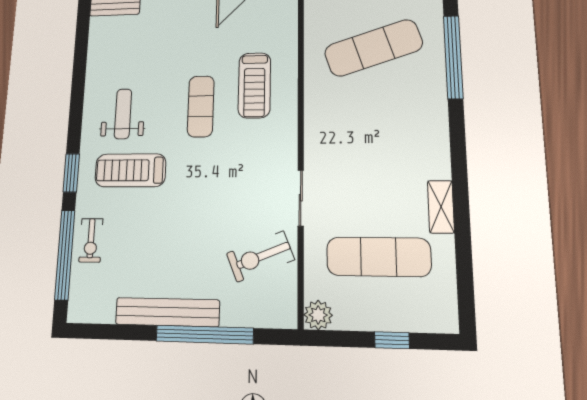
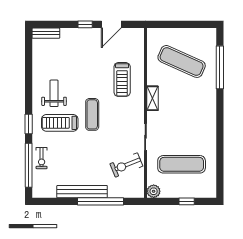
exercise mat: (373, 48) -> (182, 61), turned 42
exercise mat: (201, 106) -> (92, 114), moved
shelving: (441, 207) -> (152, 98), moved

